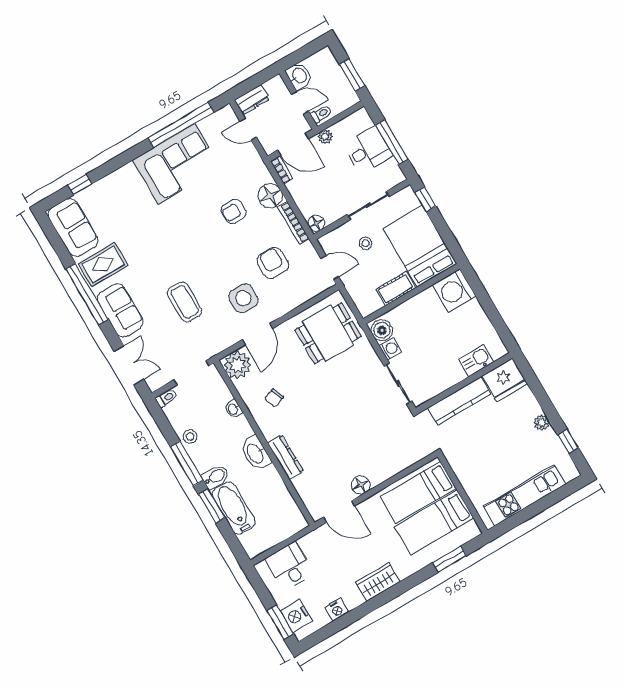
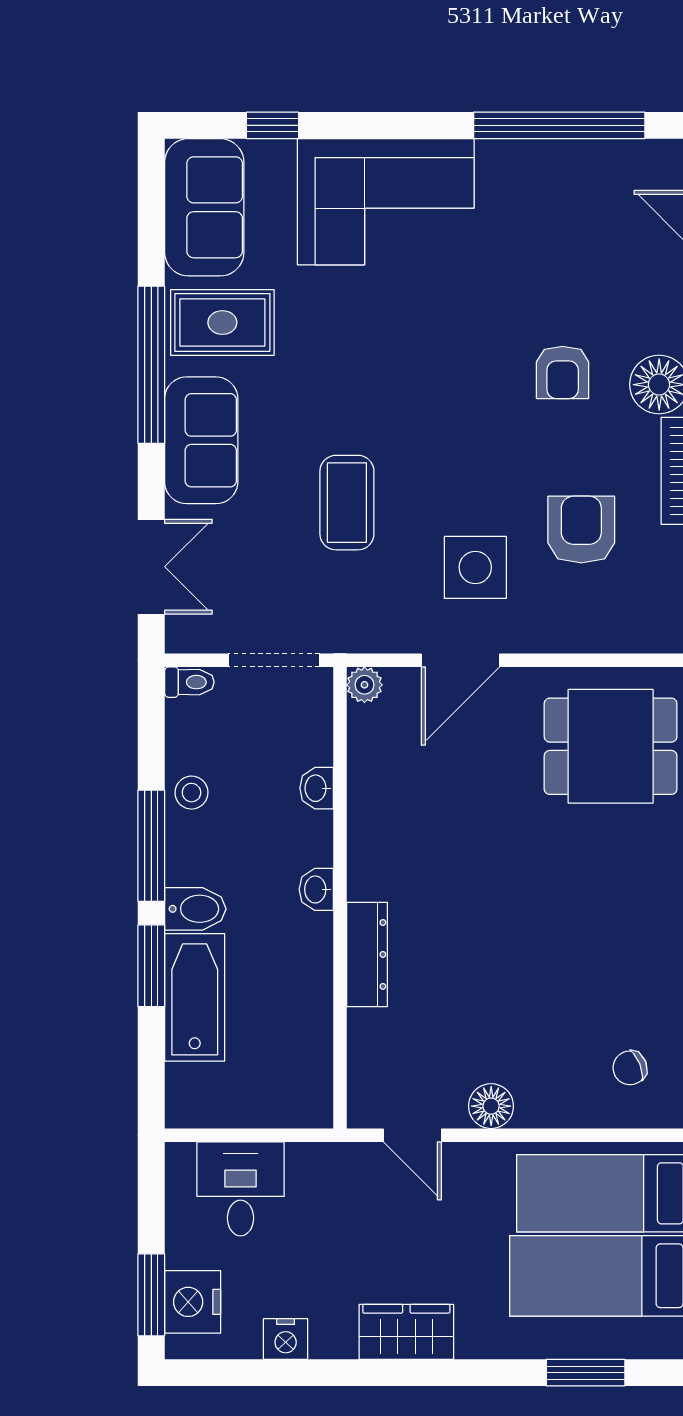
corner sofa: (177, 164) -> (386, 202), moved
armchair: (234, 211) -> (563, 372), turned -90
plant: (237, 365) -> (364, 685), width x0.53, depth x0.53
chair: (274, 398) -> (630, 1068), moved
washbasin: (255, 453) -> (316, 889), width x0.52, depth x0.69
door: (339, 511) -> (412, 1135), width x0.73

